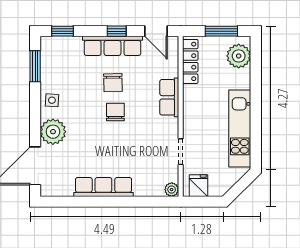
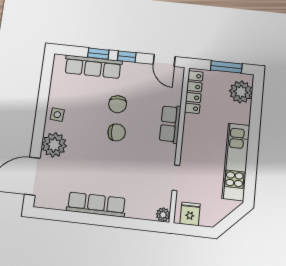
window: (62, 31) -> (98, 54), moved
row of seats: (113, 46) -> (93, 67), moved
window: (35, 66) -> (46, 81), removed
chair: (115, 112) -> (117, 132), turned 86

